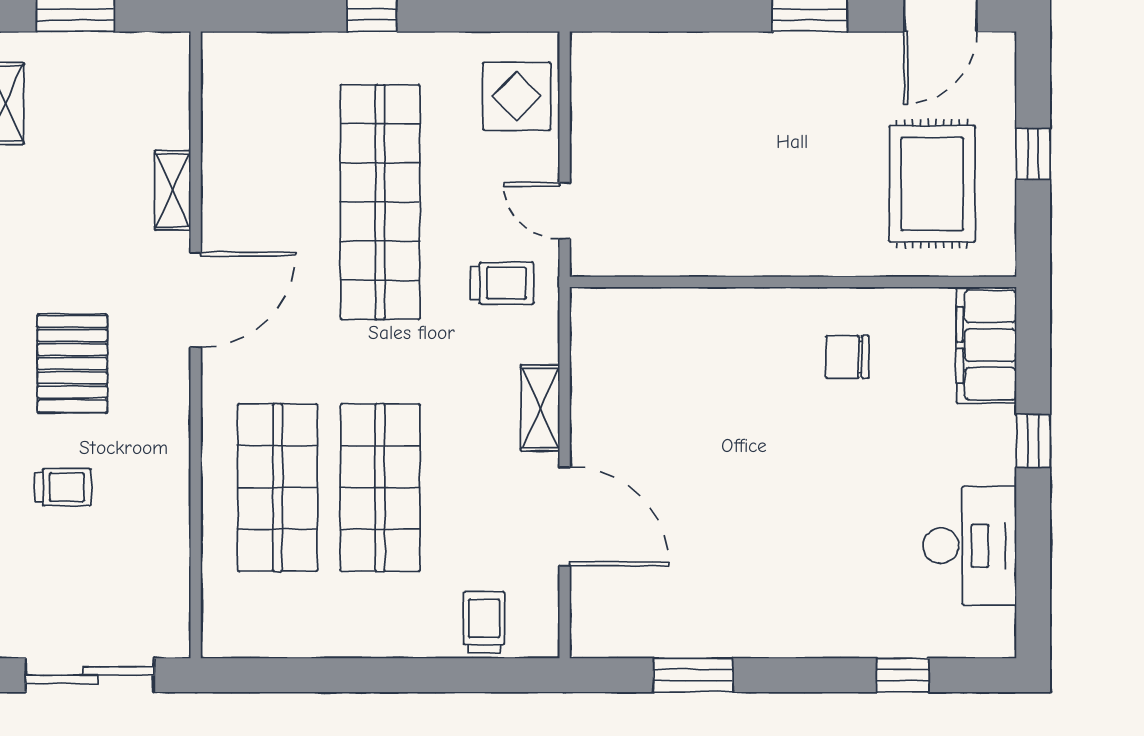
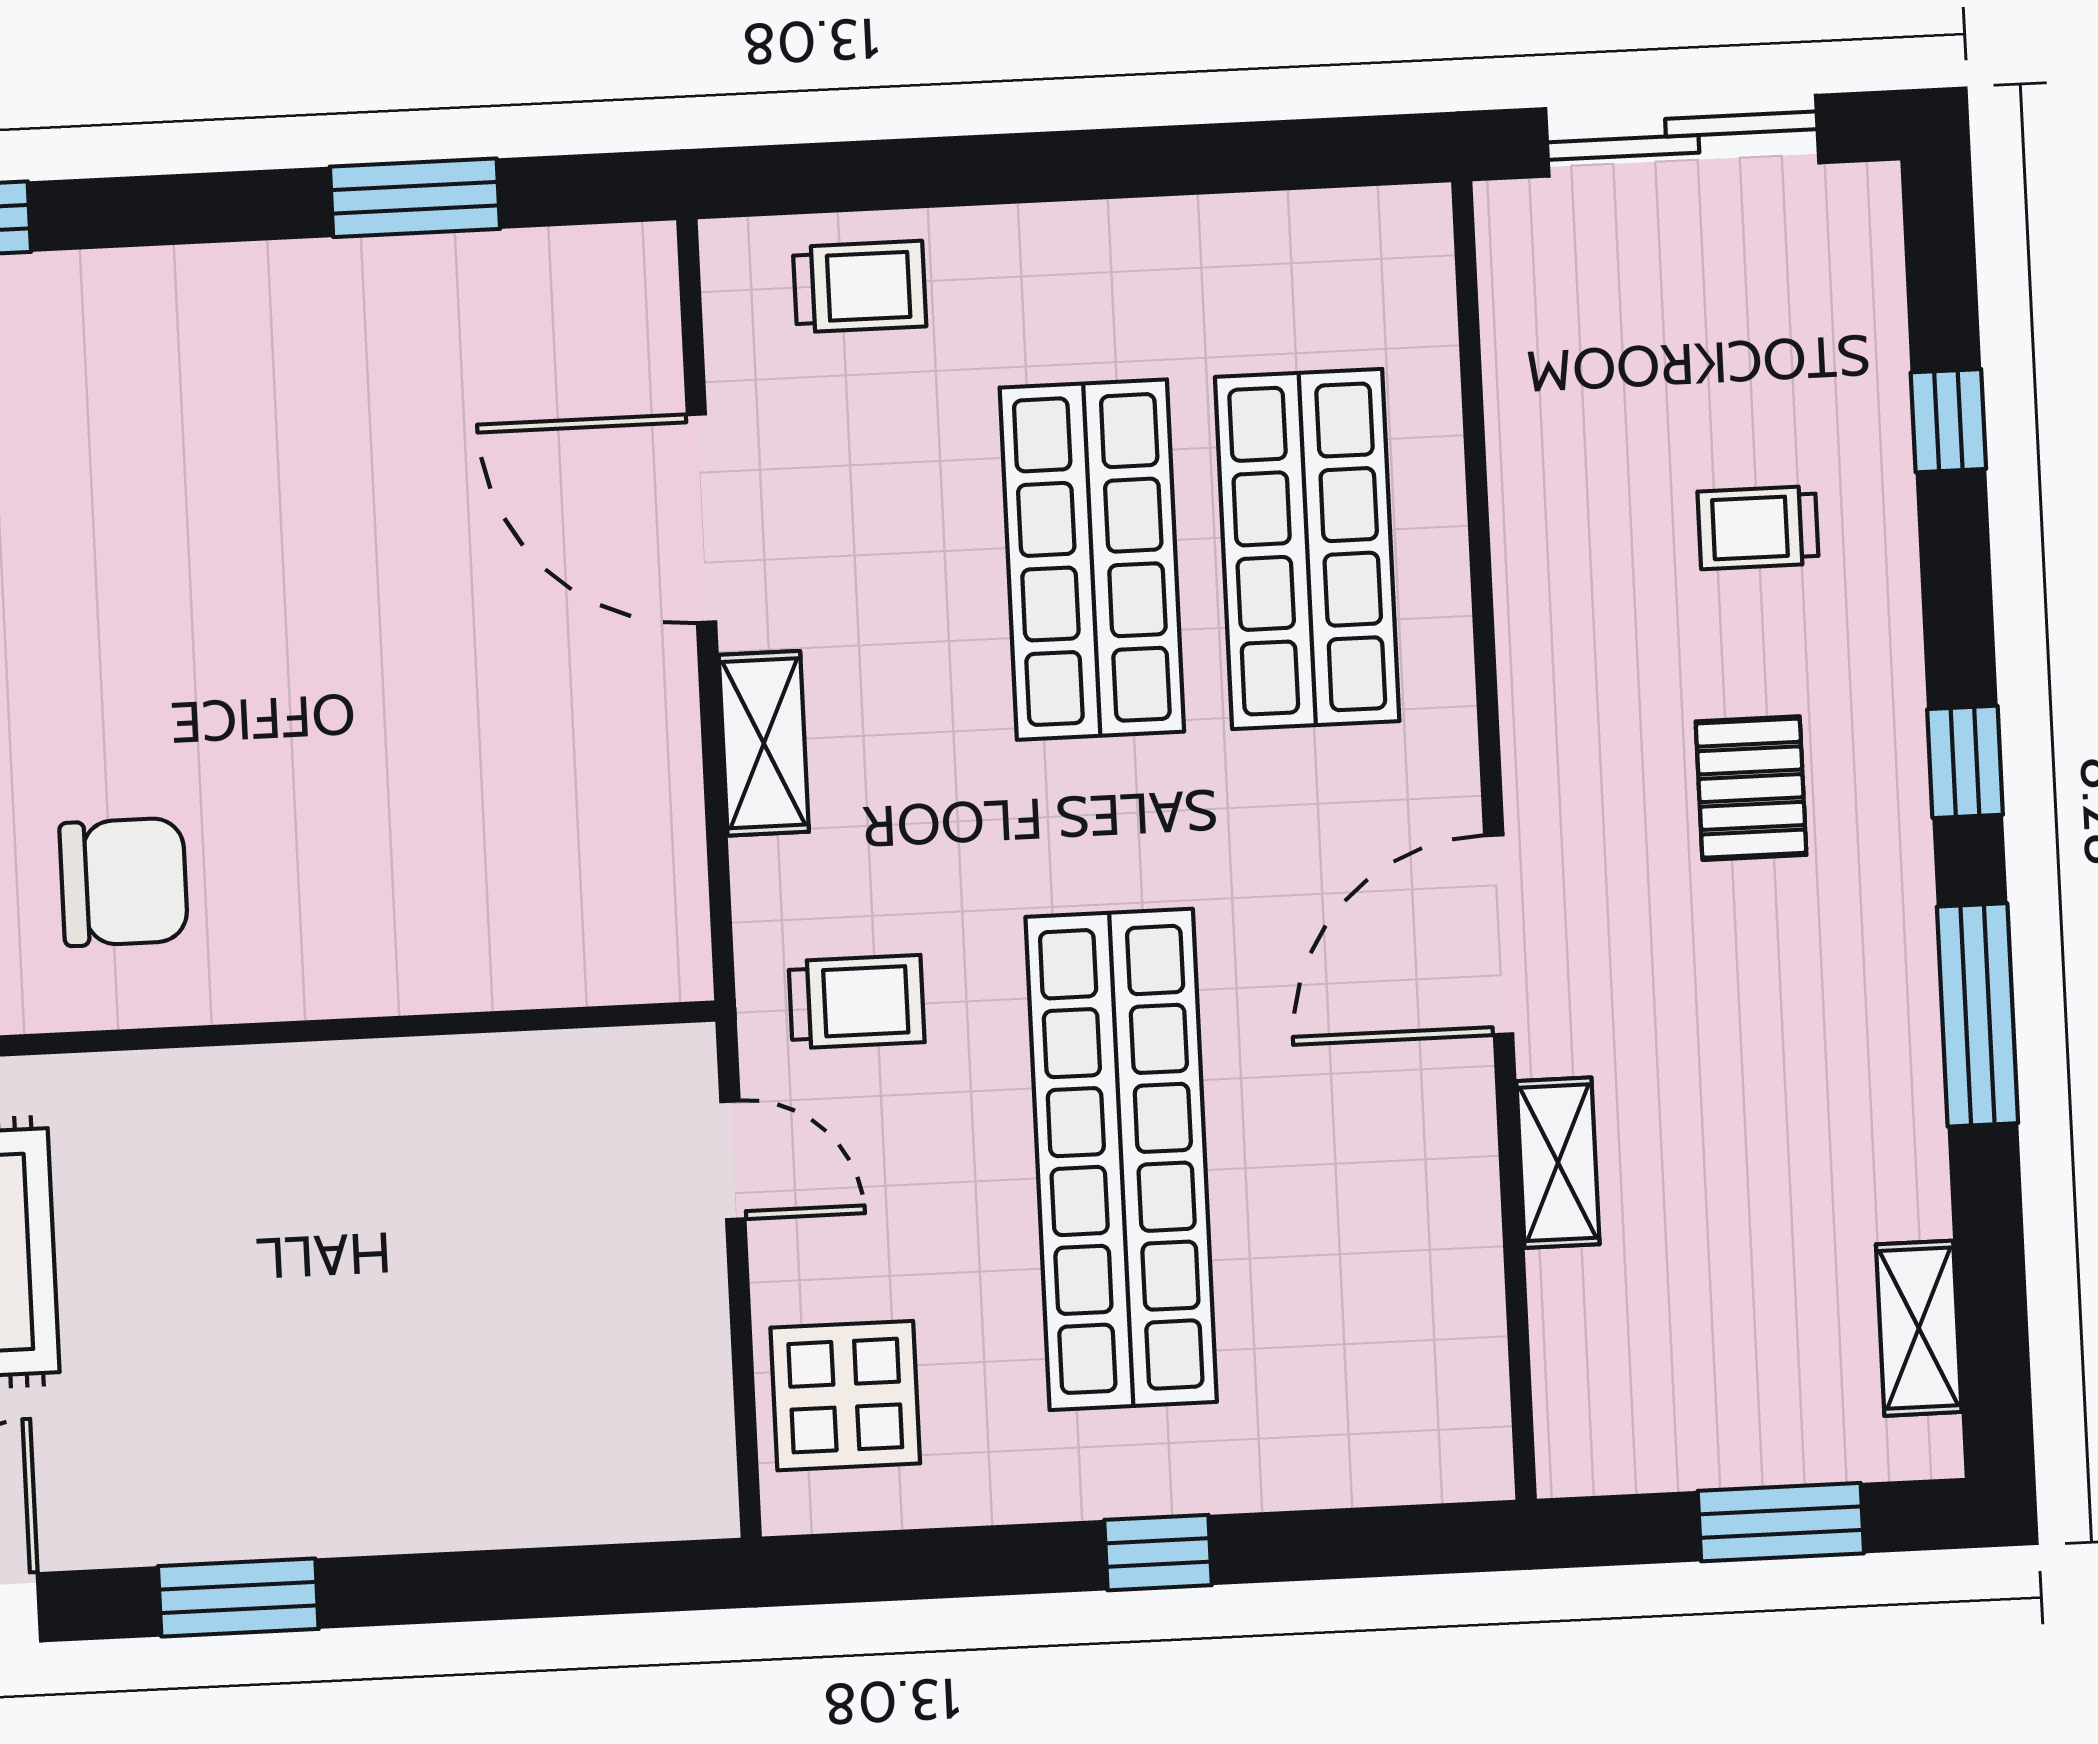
trolley: (502, 283) -> (857, 1002), turned 180
chair: (847, 357) -> (124, 882), width x1.37, depth x1.37
pallet: (72, 364) -> (1751, 788), width x0.67, depth x0.71
trolley: (484, 623) -> (860, 287), turned -90

